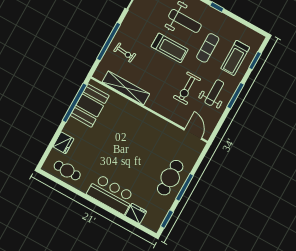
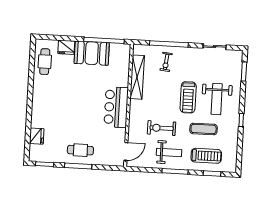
treadmill: (235, 58) -> (206, 156), turned 180
booth: (90, 106) -> (92, 53), moved
cafe table: (170, 178) -> (80, 150), width x0.73, depth x0.74
bar counter: (111, 194) -> (116, 107), moved, turned 180

